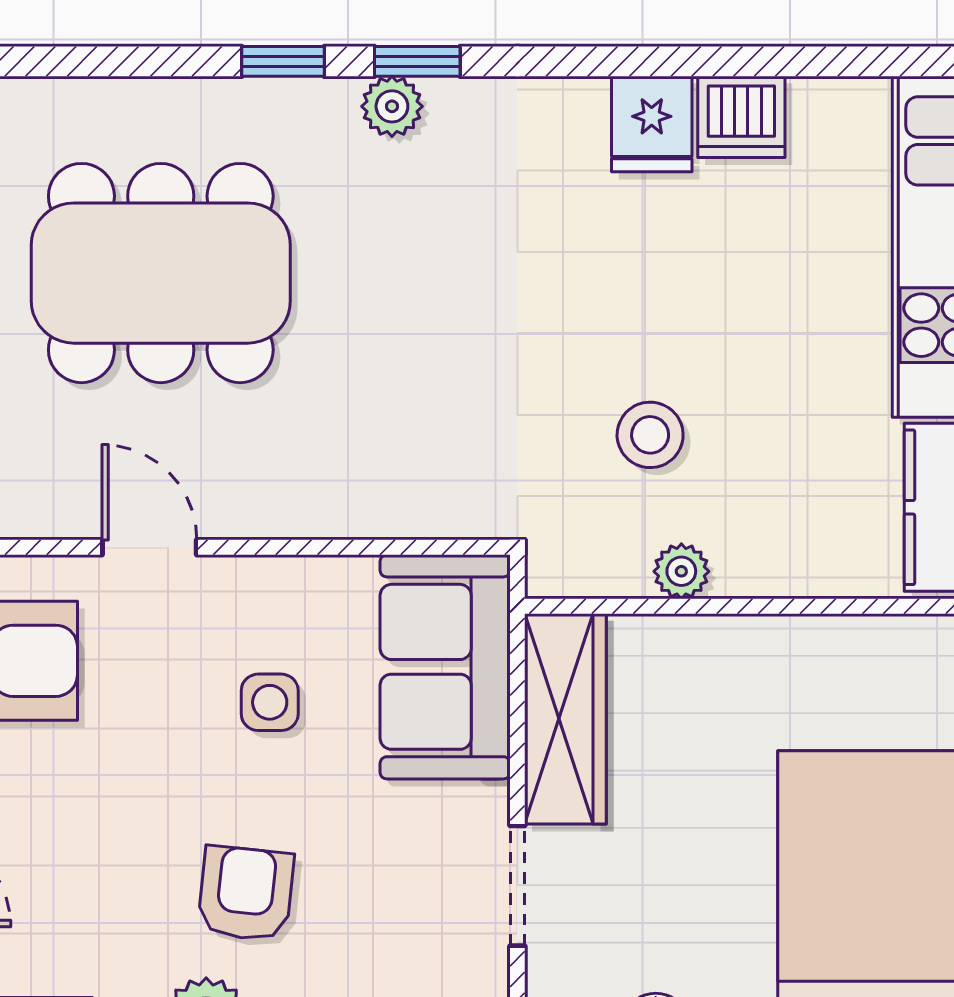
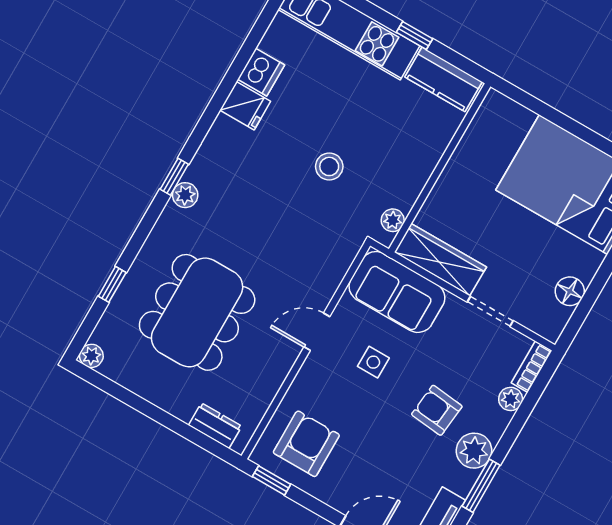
window: (283, 61) -> (112, 284), moved
stool: (650, 435) -> (329, 166), moved
door: (149, 547) -> (317, 332), moved
plant: (681, 571) -> (393, 220), moved

